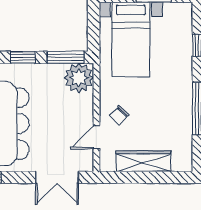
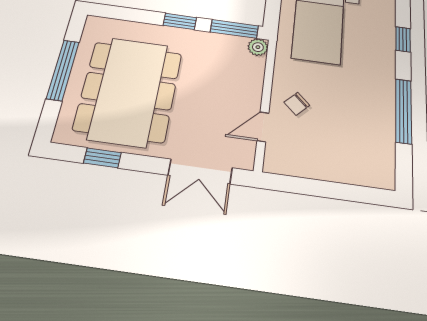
plant: (79, 78) -> (258, 47), width x0.53, depth x0.53
wardrobe: (143, 161) -> (326, 167), removed

